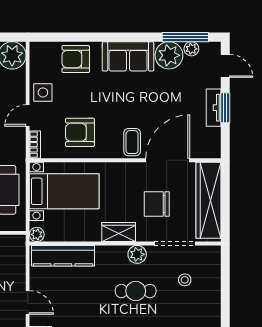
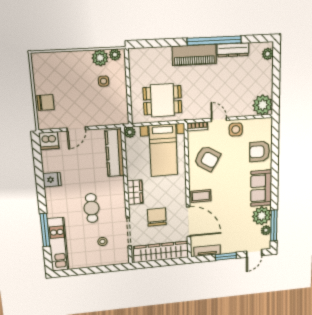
armchair: (76, 59) -> (260, 152), turned -90
tv unit: (214, 108) -> (207, 251), moved
armchair: (80, 132) -> (207, 159), turned 121
plant: (137, 254) -> (119, 207), removed

